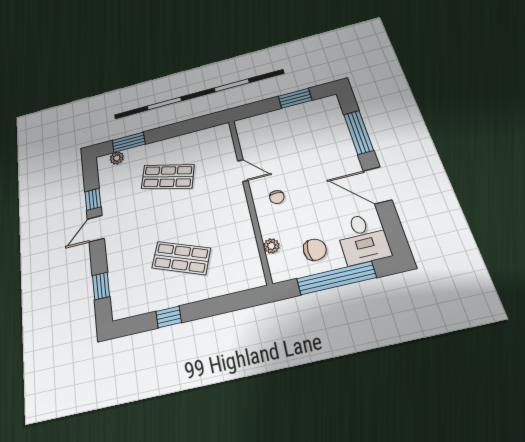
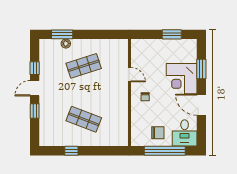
window: (358, 132) -> (201, 69), width x0.69
corner desk: (330, 155) -> (182, 79), added
plant: (117, 158) -> (66, 44), moved
shop shelf: (168, 177) -> (84, 66), turned -33
plant: (271, 246) -> (135, 125), removed
window: (101, 286) -> (35, 111), moved

